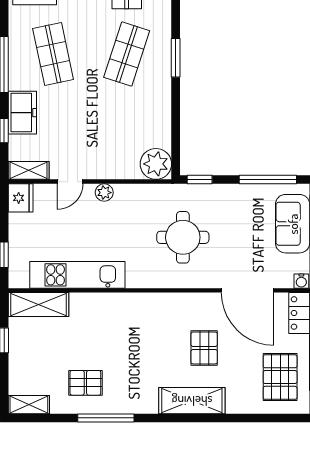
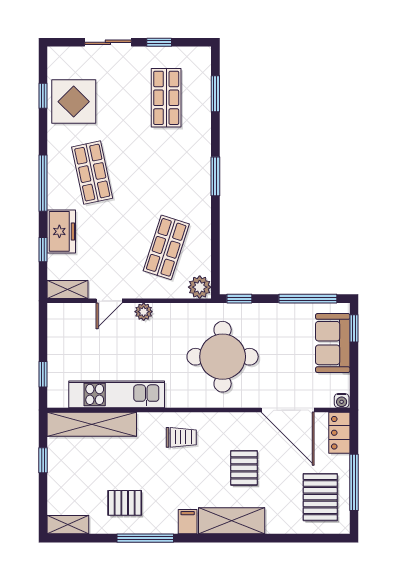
shop shelf: (127, 54) -> (166, 247), moved
plant: (156, 164) -> (200, 287), width x0.73, depth x0.73
fridge: (21, 198) -> (60, 317), removed
round table: (183, 237) -> (223, 357), width x1.36, depth x1.36
shelving: (39, 305) -> (92, 424), width x1.47
trolley: (142, 318) -> (181, 437), added
filing cabinet: (148, 402) -> (188, 522), added

